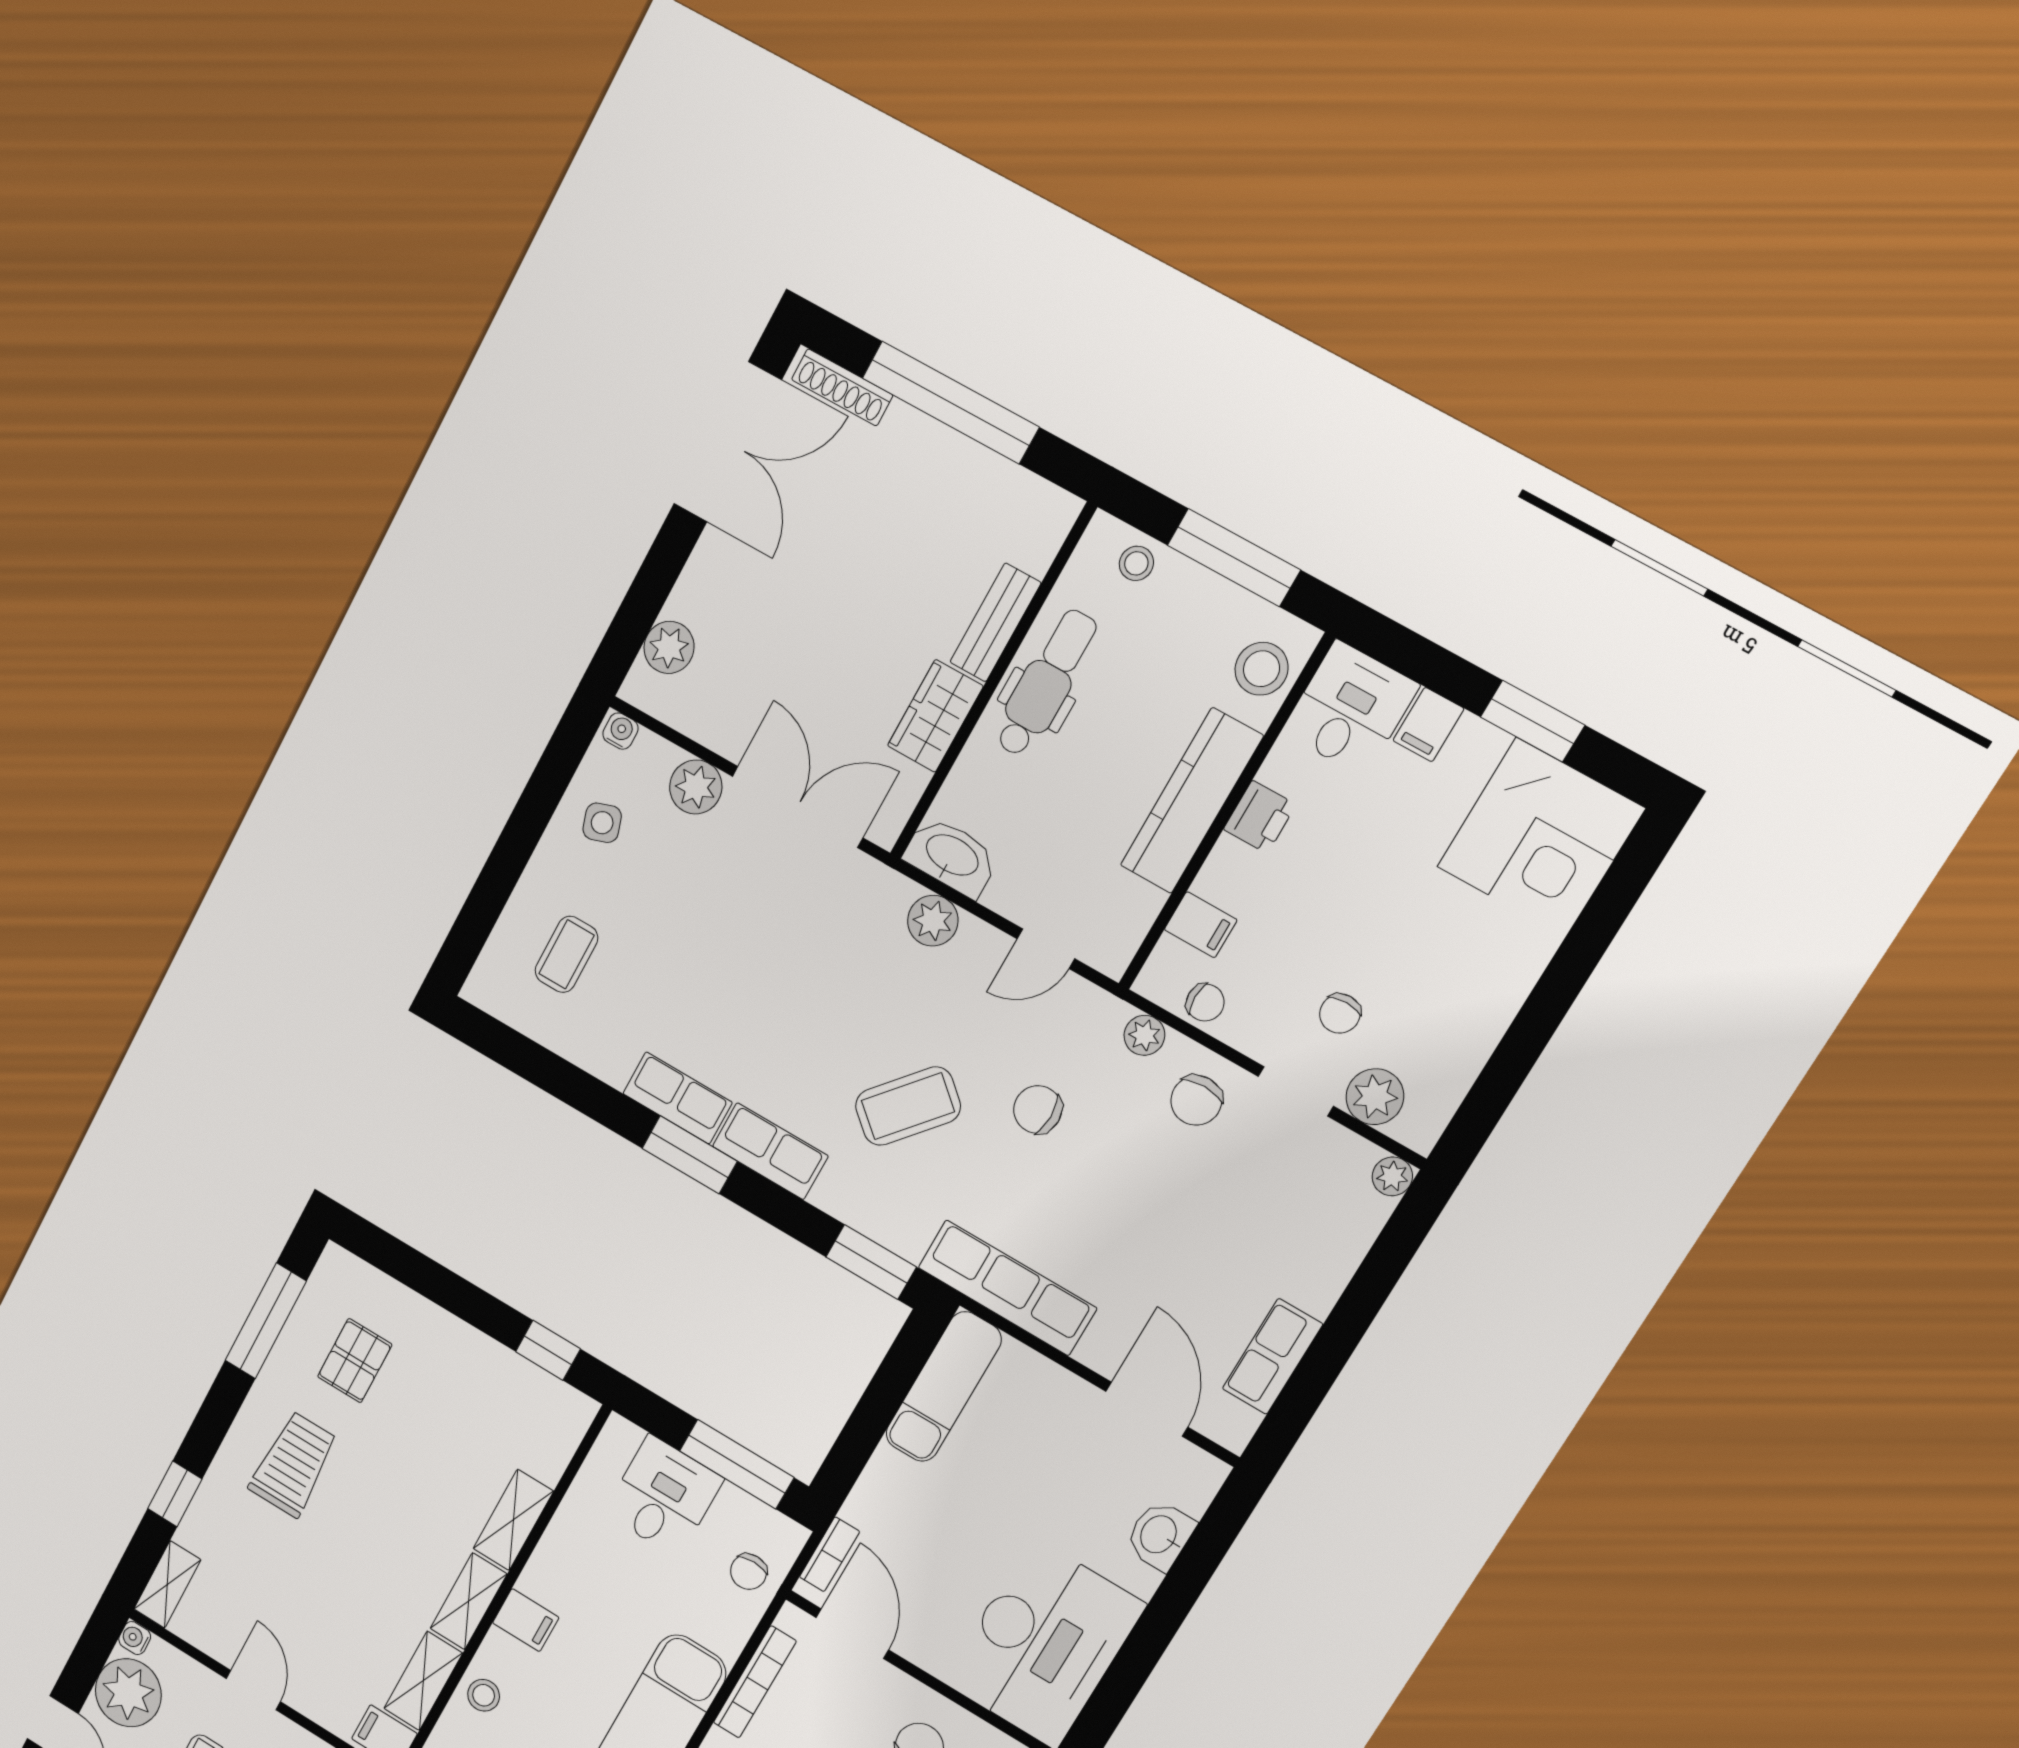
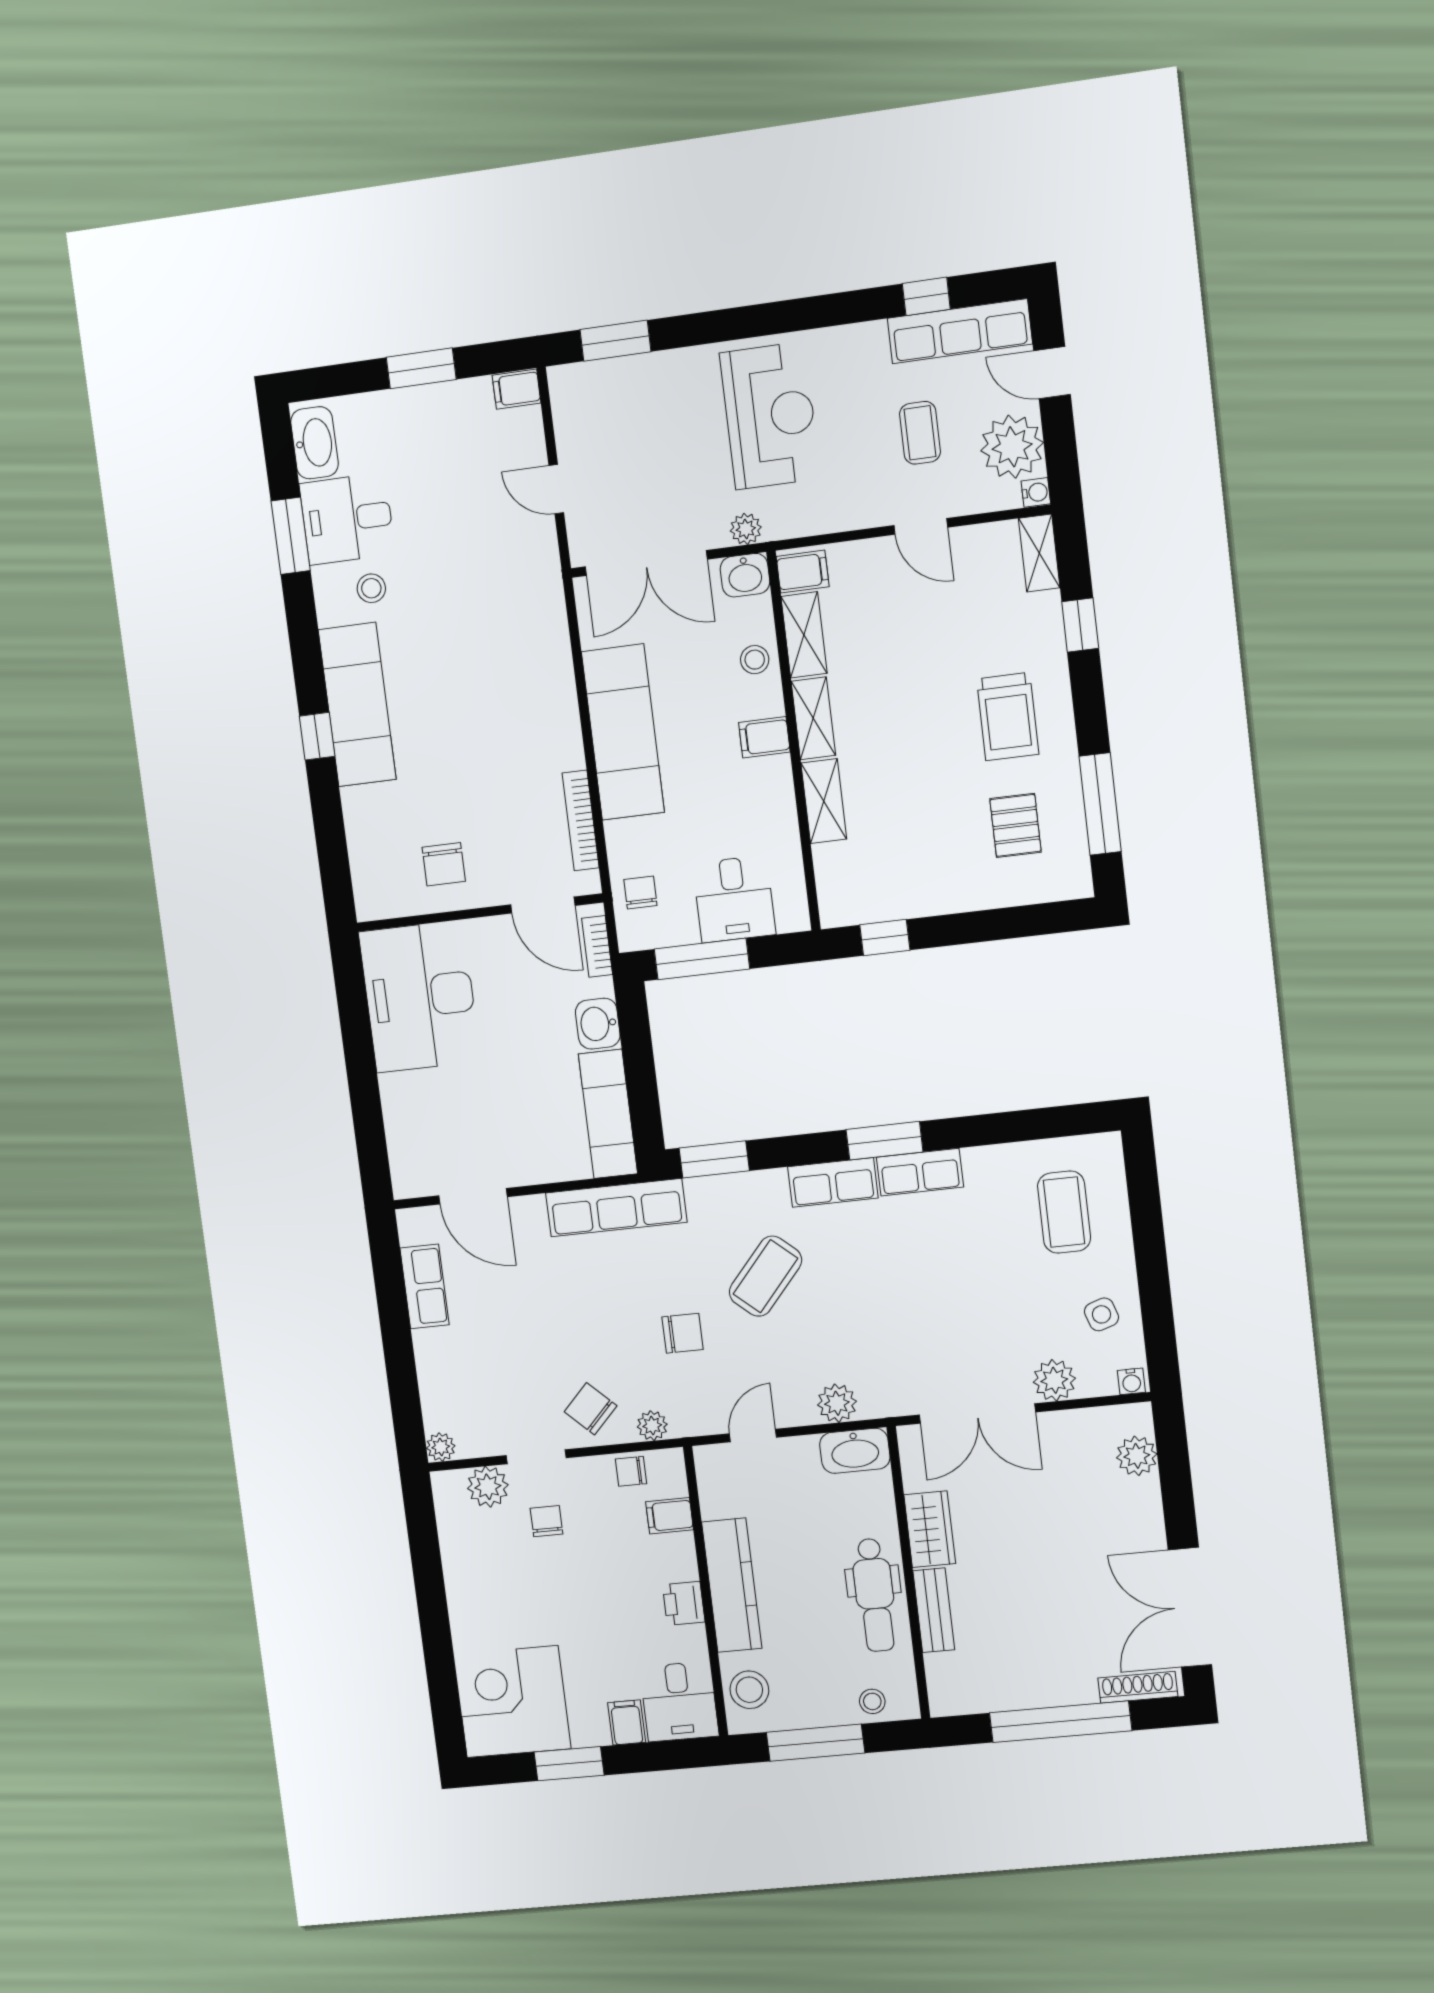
coffee table: (566, 954) -> (1064, 1212), width x1.36, depth x1.30
chair: (1196, 1100) -> (591, 1409), turned -46
washbasin: (1160, 1535) -> (598, 1024), moved, turned 180

